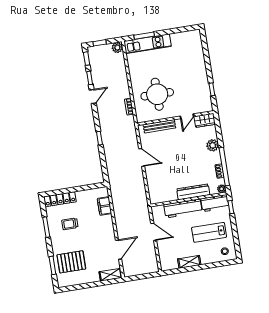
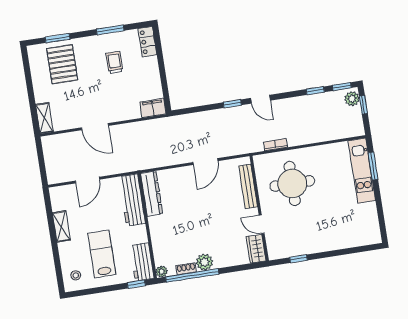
plant: (117, 48) -> (352, 99), moved
door: (93, 97) -> (261, 99), moved
plant: (213, 145) -> (204, 262), moved
dresser: (193, 192) -> (152, 194), moved
locker: (60, 199) -> (147, 42), width x0.66
filing cabinet: (104, 206) -> (153, 108), moved
workbench: (183, 208) -> (132, 200), moved
door: (154, 232) -> (87, 180), moved
door: (119, 250) -> (95, 127), moved

